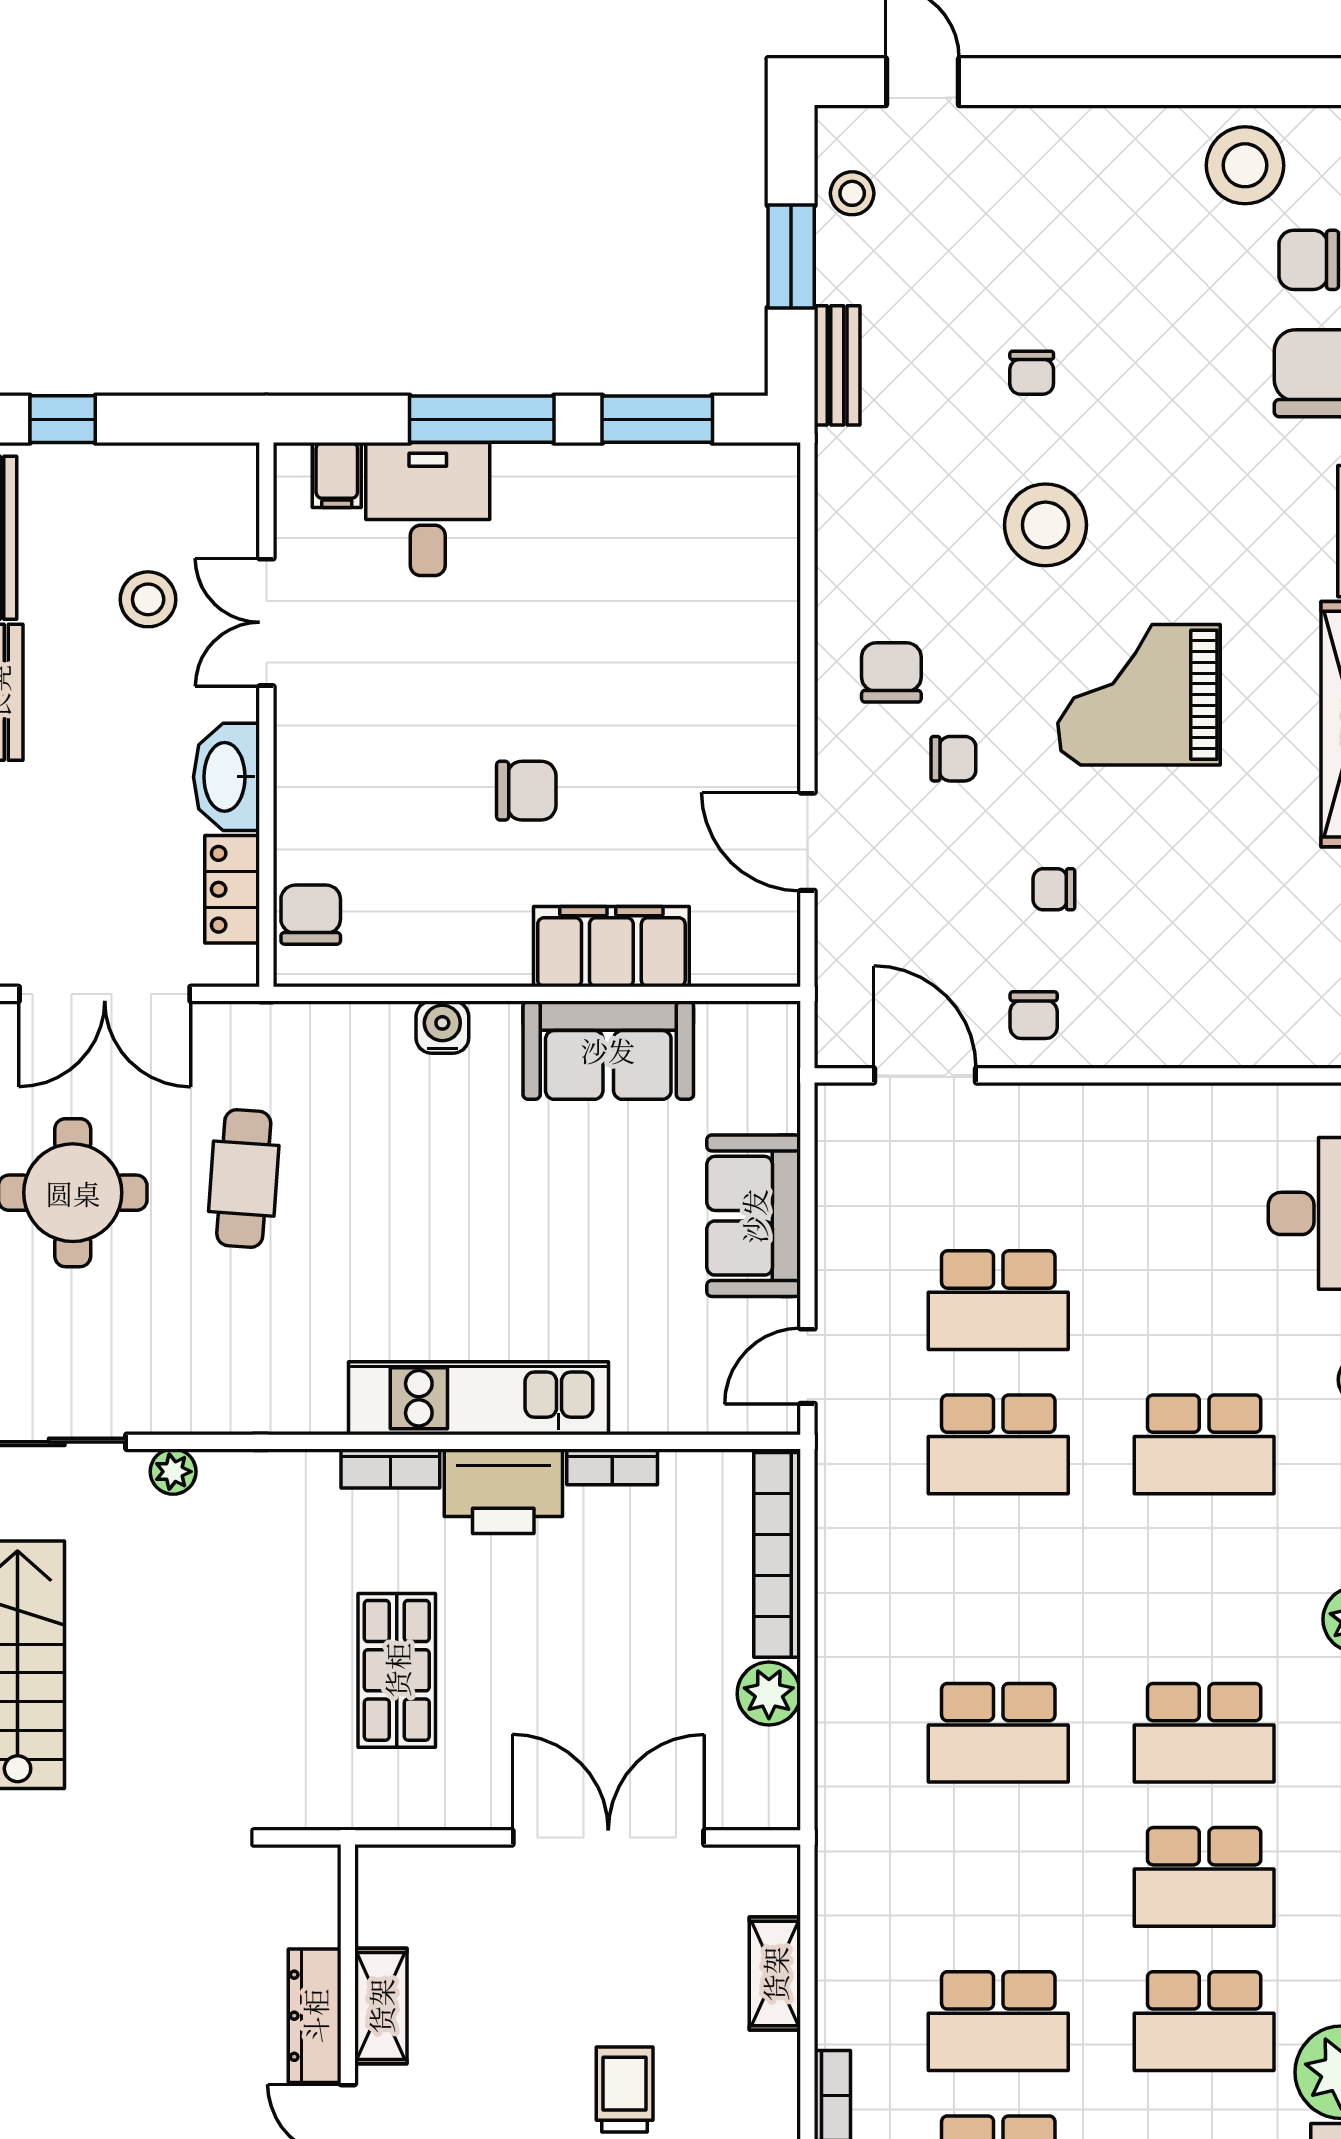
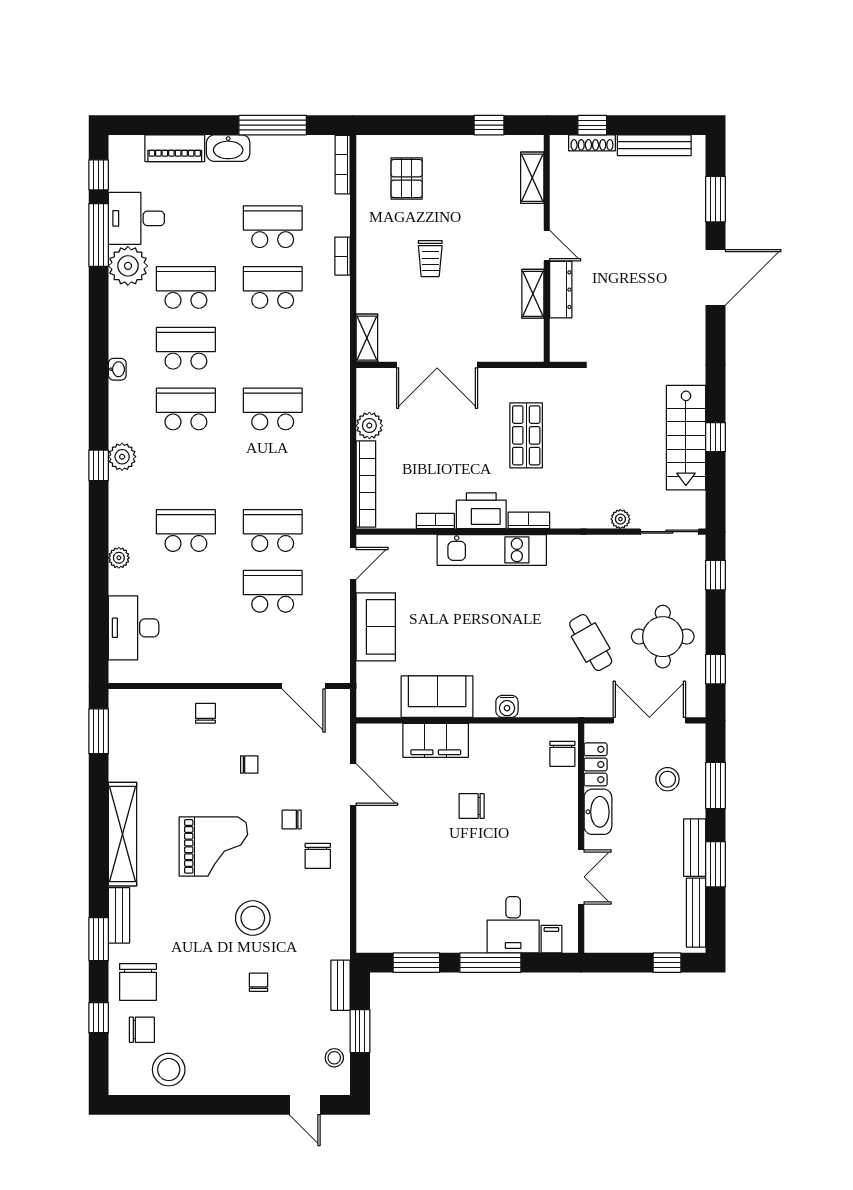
stool: (148, 599) -> (667, 779), moved
chair: (1034, 1015) -> (205, 713), moved
cafe table: (244, 1179) -> (591, 643), turned -34
shelving: (775, 1974) -> (367, 338), moved

